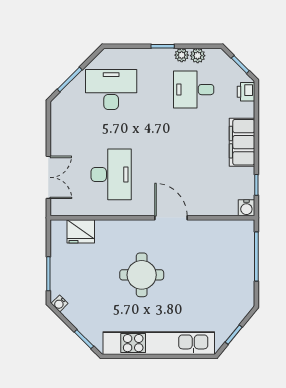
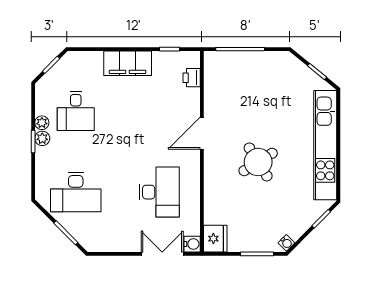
plant: (198, 56) -> (42, 138), moved
desk: (111, 90) -> (76, 192), turned -90
printer: (246, 92) -> (192, 78), moved, turned 90
desk: (111, 174) -> (159, 192), turned 90
water cooler: (246, 208) -> (192, 244), moved
fridge: (81, 231) -> (215, 239), moved
round table: (142, 275) -> (258, 162), turned -32

